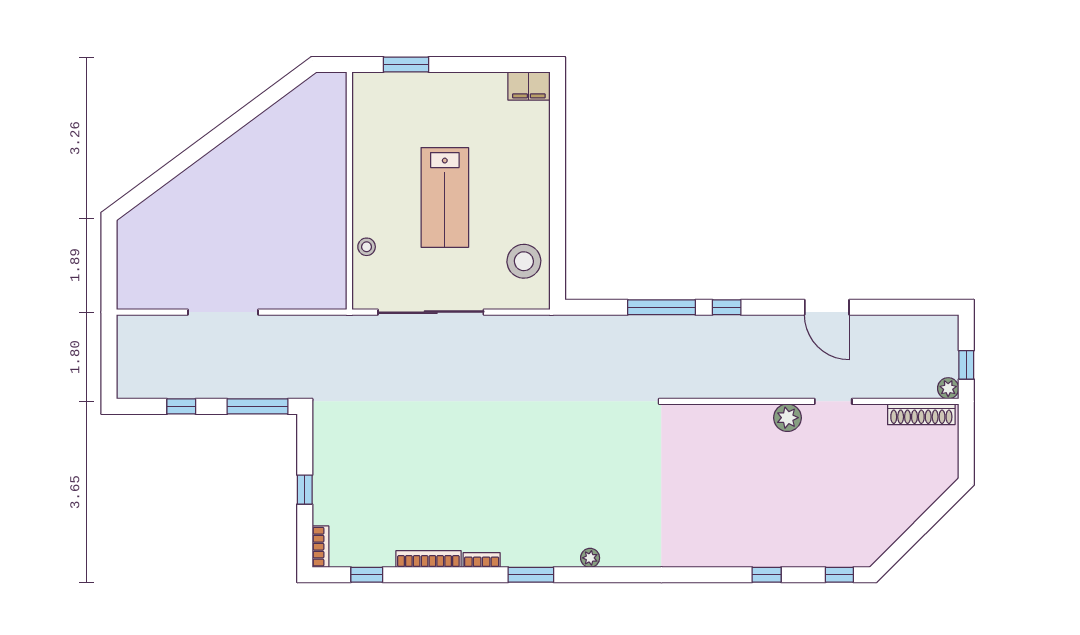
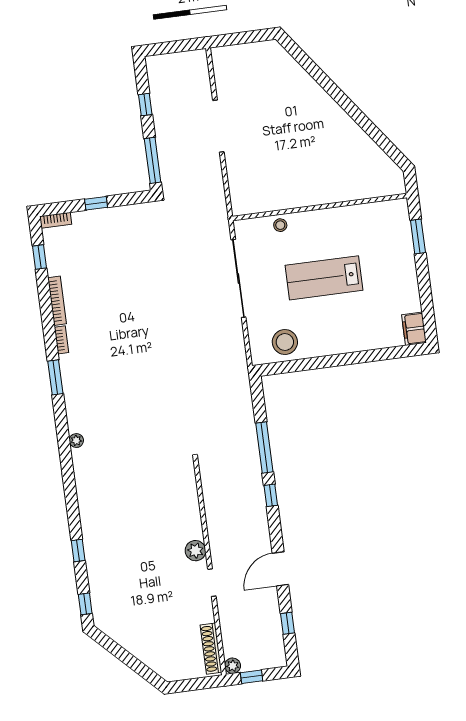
window: (901, 307) -> (288, 623), added
plant: (590, 558) -> (76, 441), moved

